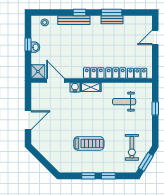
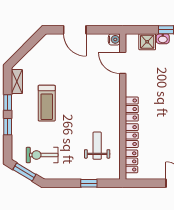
shower: (38, 71) -> (147, 42), moved
door: (55, 80) -> (123, 63), swing flipped
water cooler: (75, 87) -> (114, 39), moved
shelving: (91, 87) -> (17, 82), moved

